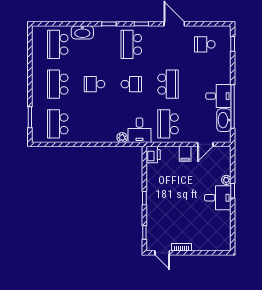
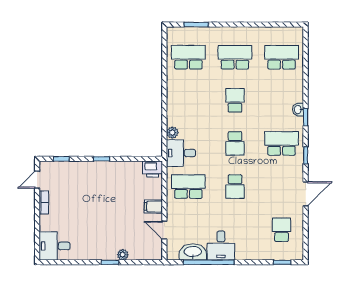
washbasin: (82, 32) -> (298, 110), moved, width x0.52, depth x0.69
school desk: (168, 84) -> (235, 187), width x0.54
desk: (218, 198) -> (55, 246), moved, turned 90

